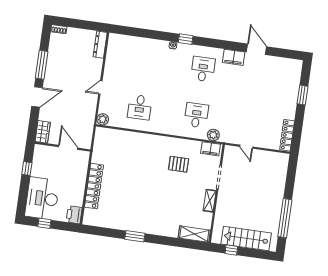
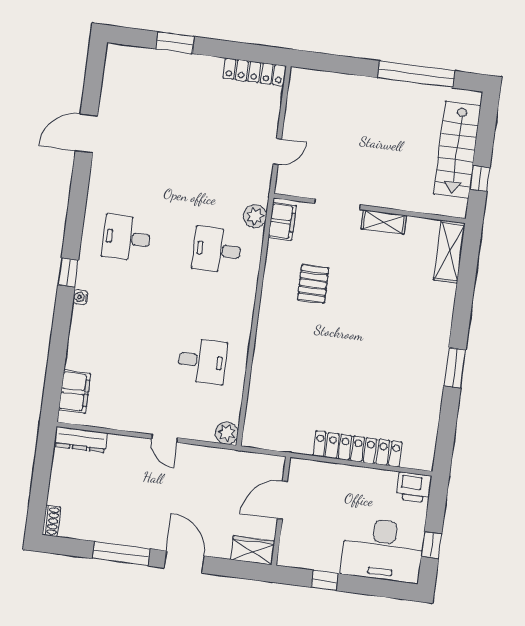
filing cabinet: (234, 57) -> (75, 392), moved

